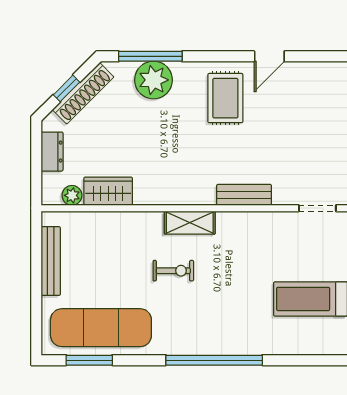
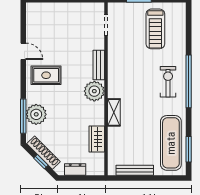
plant: (72, 195) -> (94, 91), moved, width x1.88, depth x1.88
shelving: (190, 223) -> (114, 112), moved
exercise bike: (173, 271) -> (168, 82), moved, width x1.38, depth x1.39

